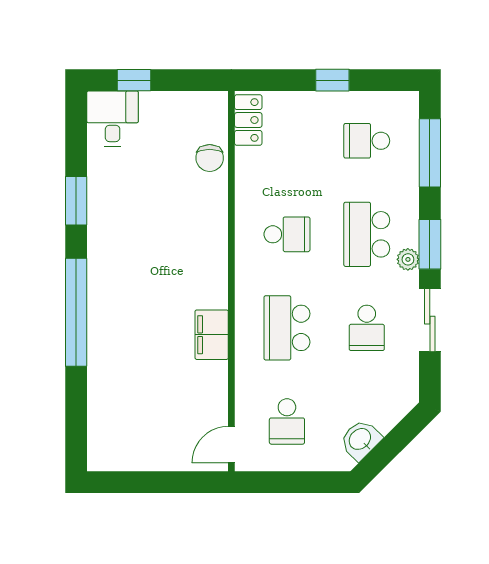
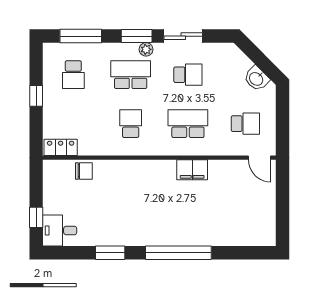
school desk: (367, 234) -> (131, 75), turned 180
school desk: (287, 328) -> (188, 124), turned 180

